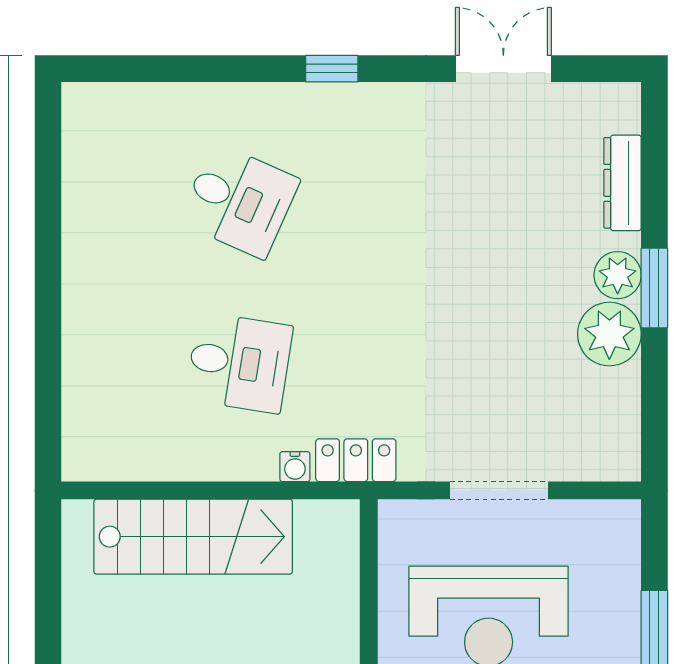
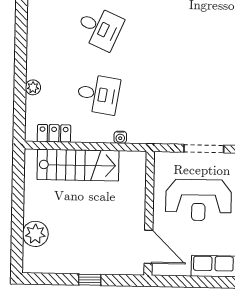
plant: (80, 349) -> (33, 87), added
locker: (356, 460) -> (54, 133), moved

